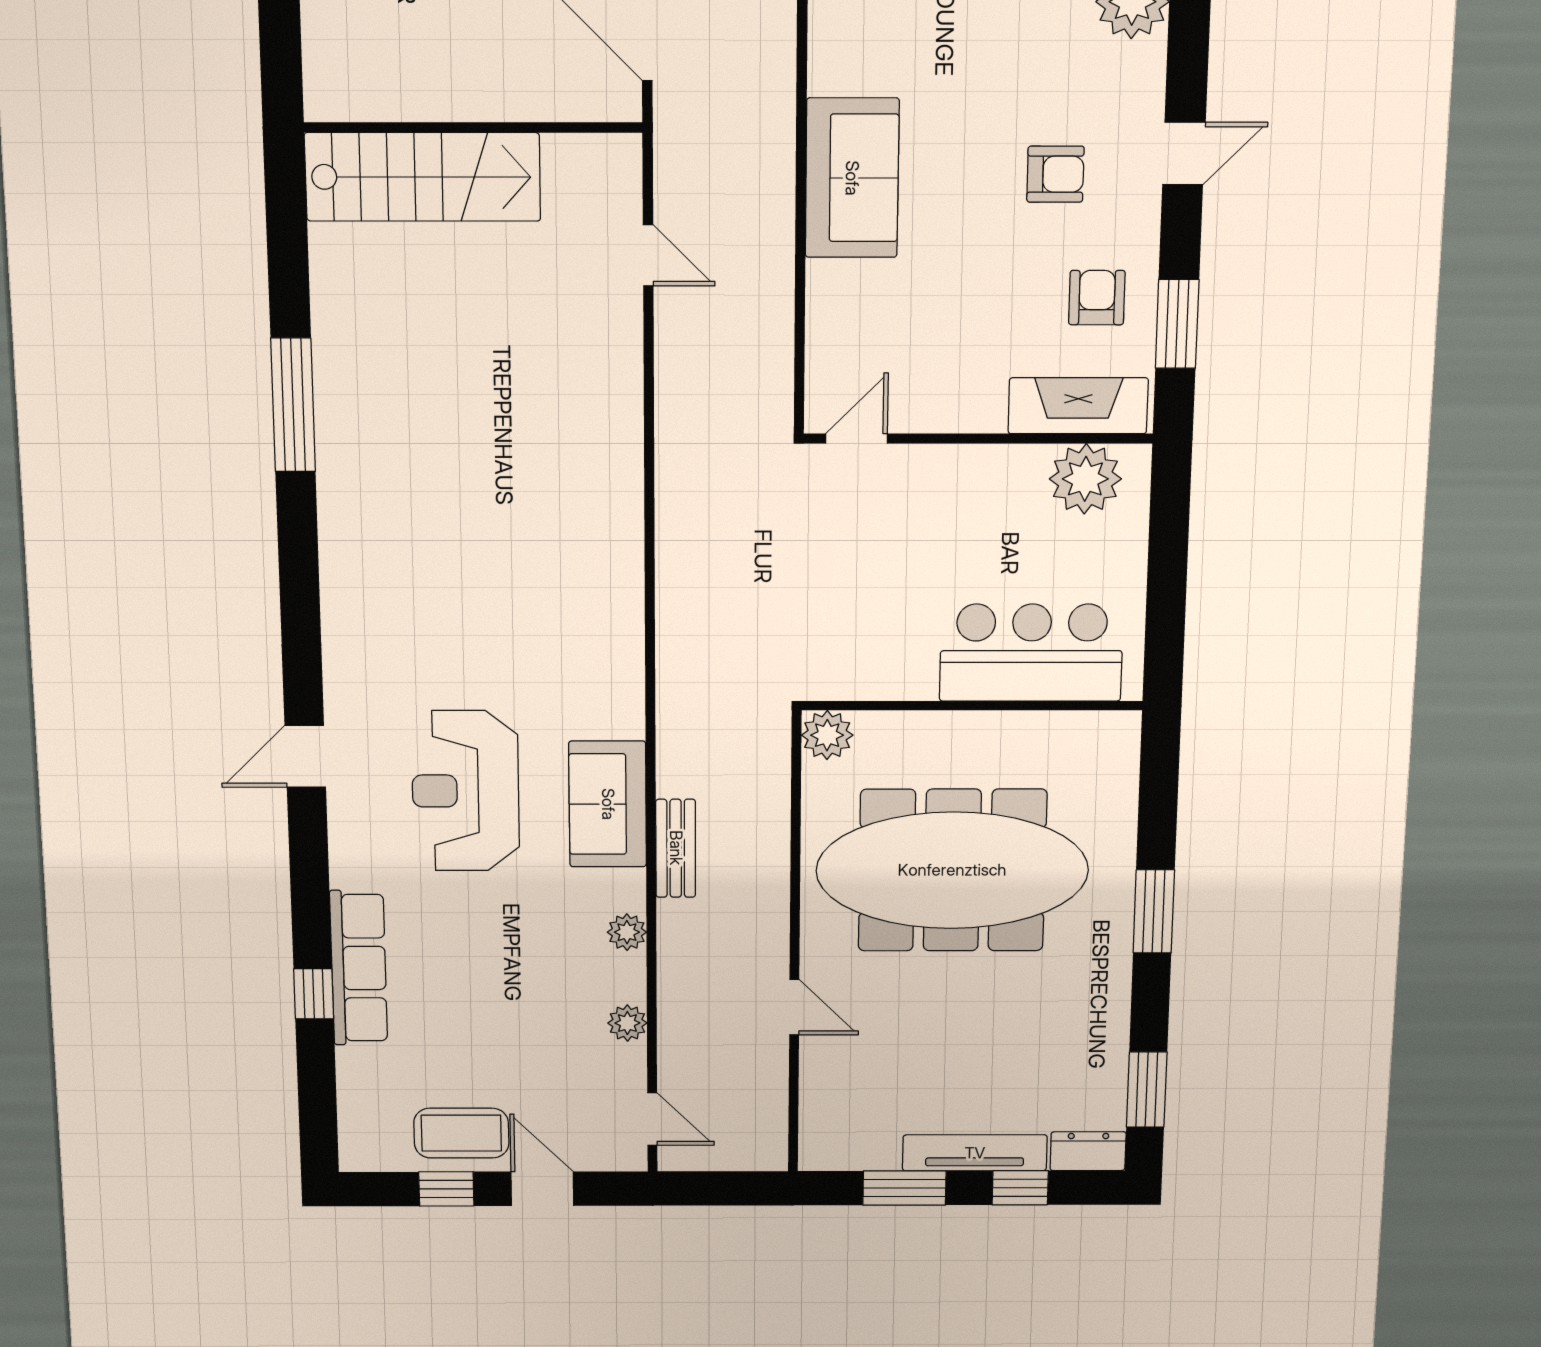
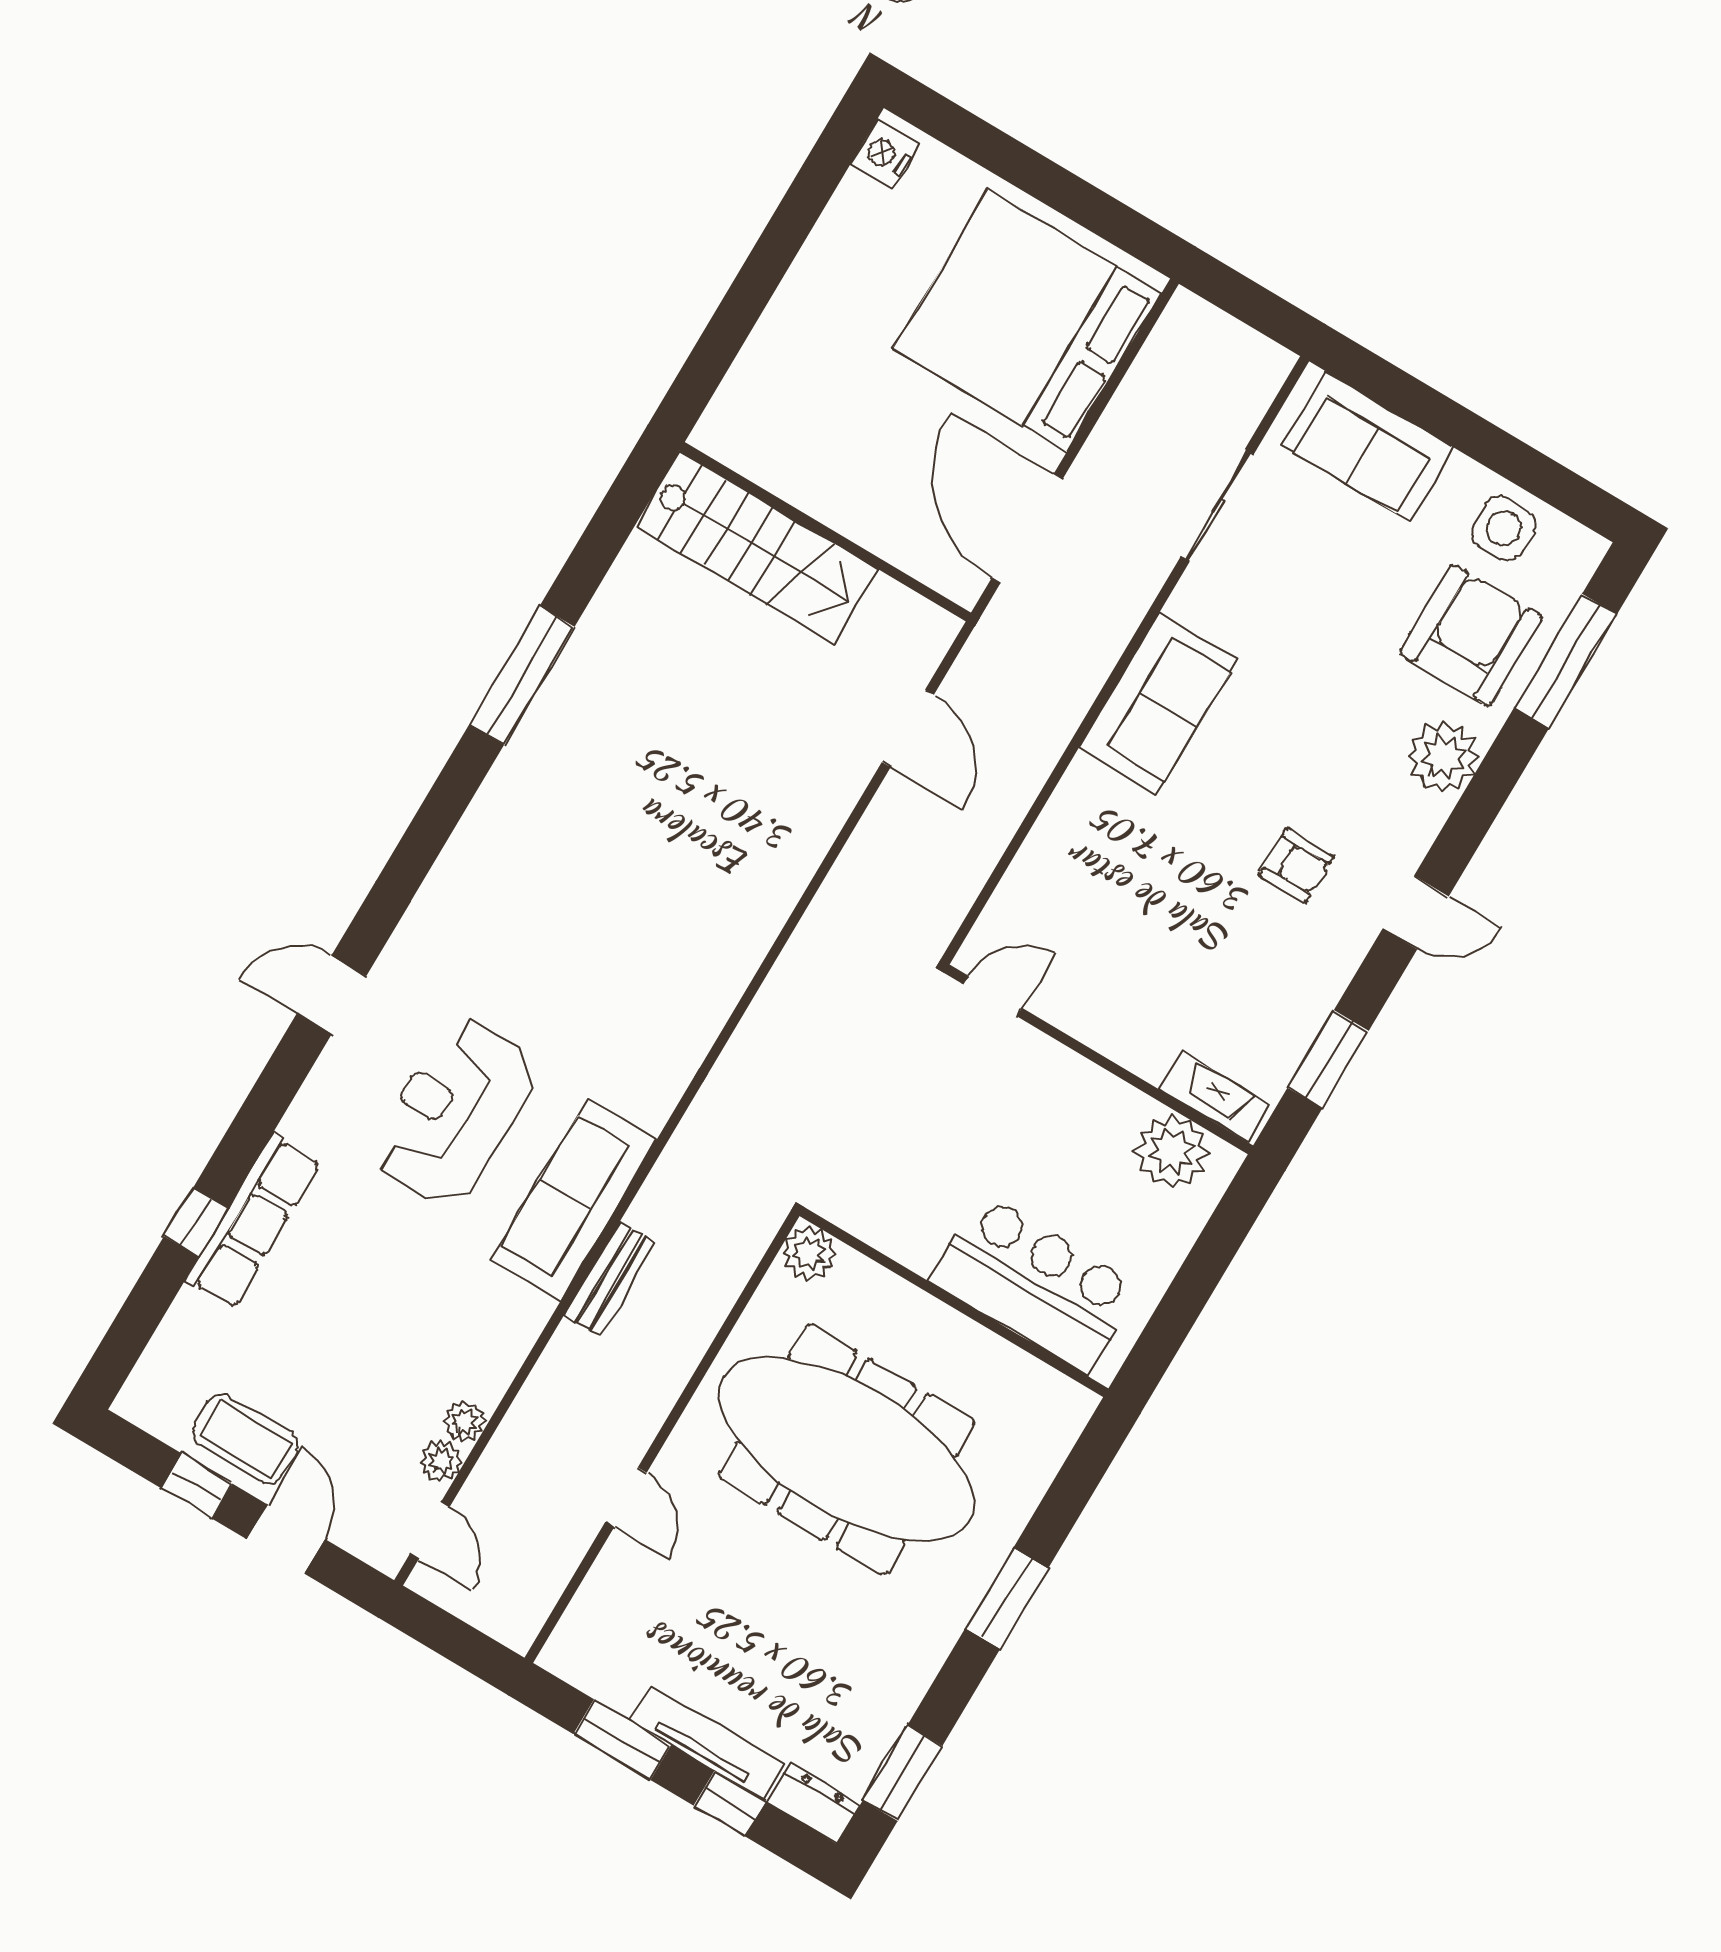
sofa: (852, 178) -> (1158, 703), moved
door: (648, 255) -> (908, 728), width x1.37
armchair: (1097, 298) -> (1272, 995), removed
fireplace: (1078, 406) -> (1215, 1097), width x0.73, depth x0.76
sofa: (608, 804) -> (574, 1201), width x1.36
plant: (627, 932) -> (441, 1461), moved

